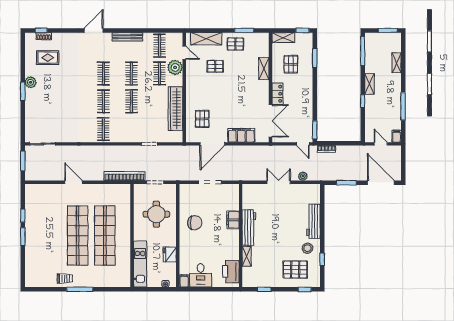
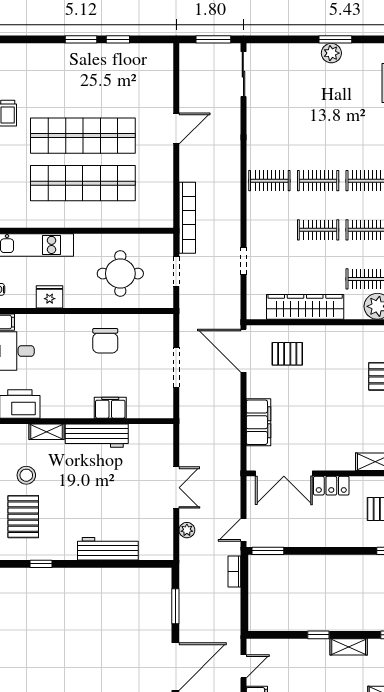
plant: (31, 82) -> (331, 53), moved
door: (212, 144) -> (243, 351), moved
stool: (307, 248) -> (26, 475), moved

